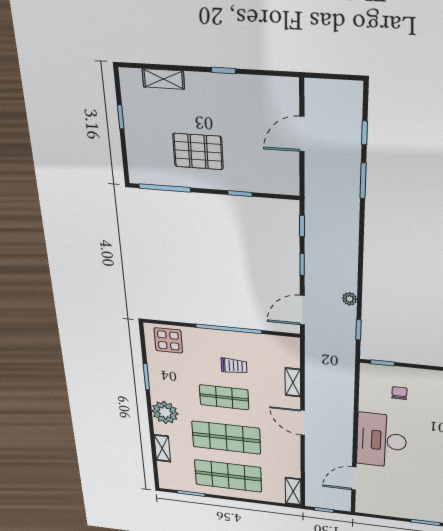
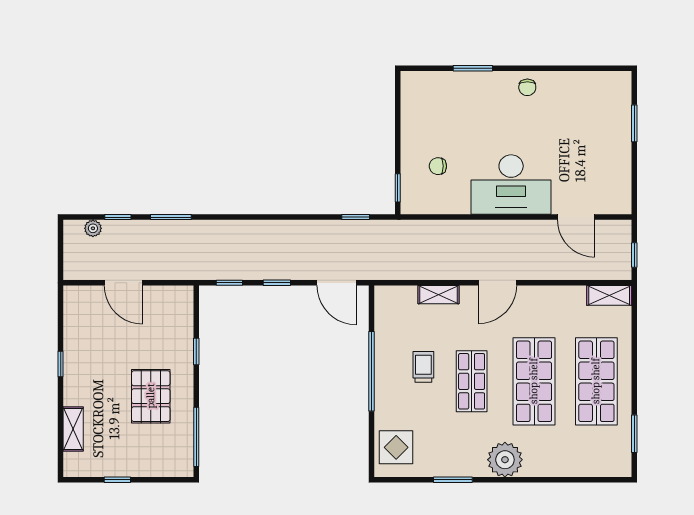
plant: (350, 299) -> (93, 228), moved
shelving: (162, 448) -> (563, 468), removed

